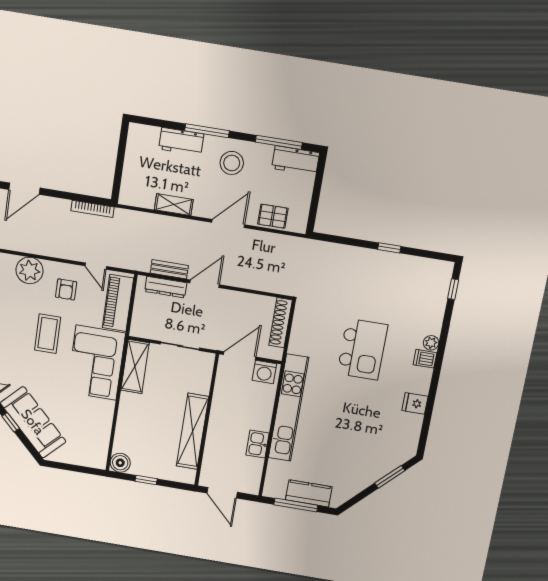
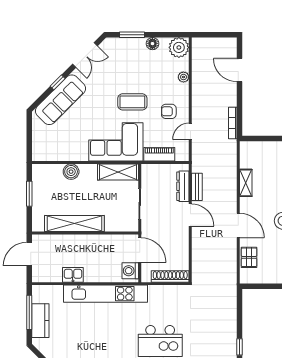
plant: (30, 270) -> (183, 77), width x0.53, depth x0.53
piano: (118, 303) -> (159, 154), width x0.73, depth x0.75
boiler: (120, 463) -> (71, 172), moved
window: (146, 480) -> (29, 194), width x1.50

